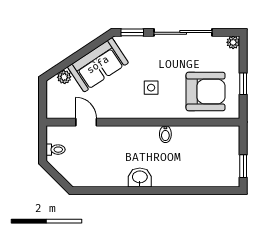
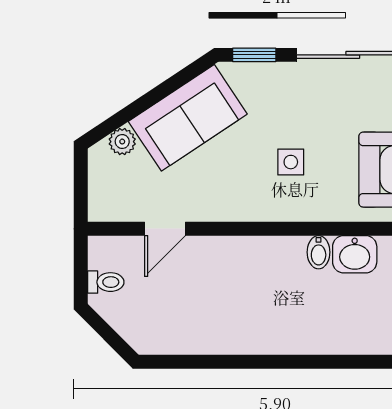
door: (86, 122) -> (165, 229), swing flipped
washbasin: (140, 177) -> (355, 254), moved, turned 180

